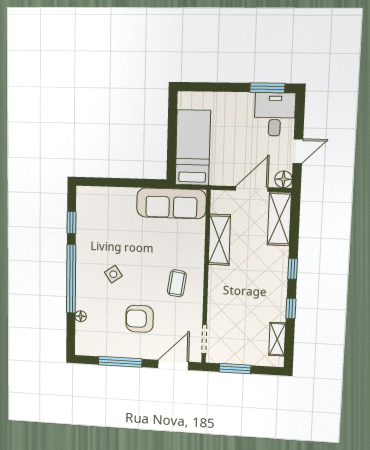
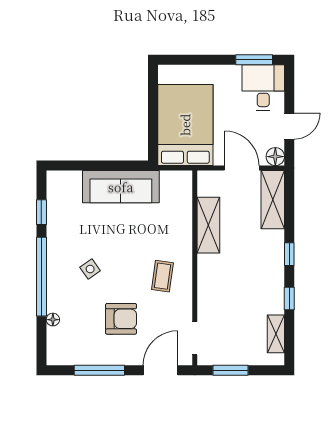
bed: (193, 148) -> (185, 125), width x1.50
door: (252, 189) -> (242, 168), hinge flipped
sofa: (171, 203) -> (121, 187), moved
armchair: (140, 319) -> (121, 319), turned 180

